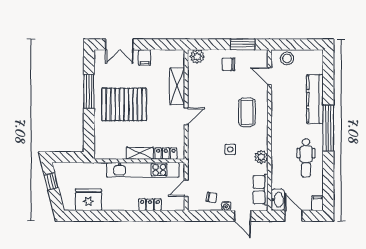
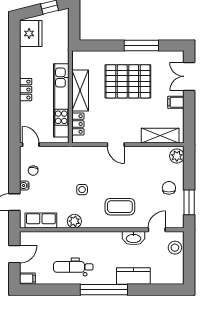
shelving: (177, 86) -> (160, 136), moved
kitchen counter: (315, 99) -> (133, 276), width x0.67
pallet: (124, 104) -> (128, 81), turned 90
shelving: (140, 153) -> (80, 91), width x1.50, depth x1.33
door: (186, 188) -> (31, 145), moved
fridge: (88, 200) -> (31, 33), moved
washbasin: (278, 200) -> (134, 238), moved
locker: (150, 205) -> (26, 90), moved

